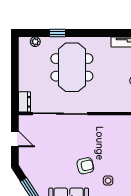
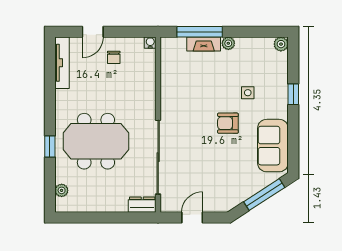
window: (58, 33) -> (50, 147), moved
armchair: (85, 166) -> (228, 123), turned -77

